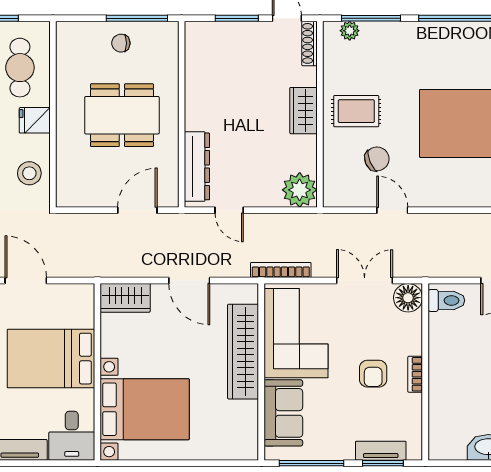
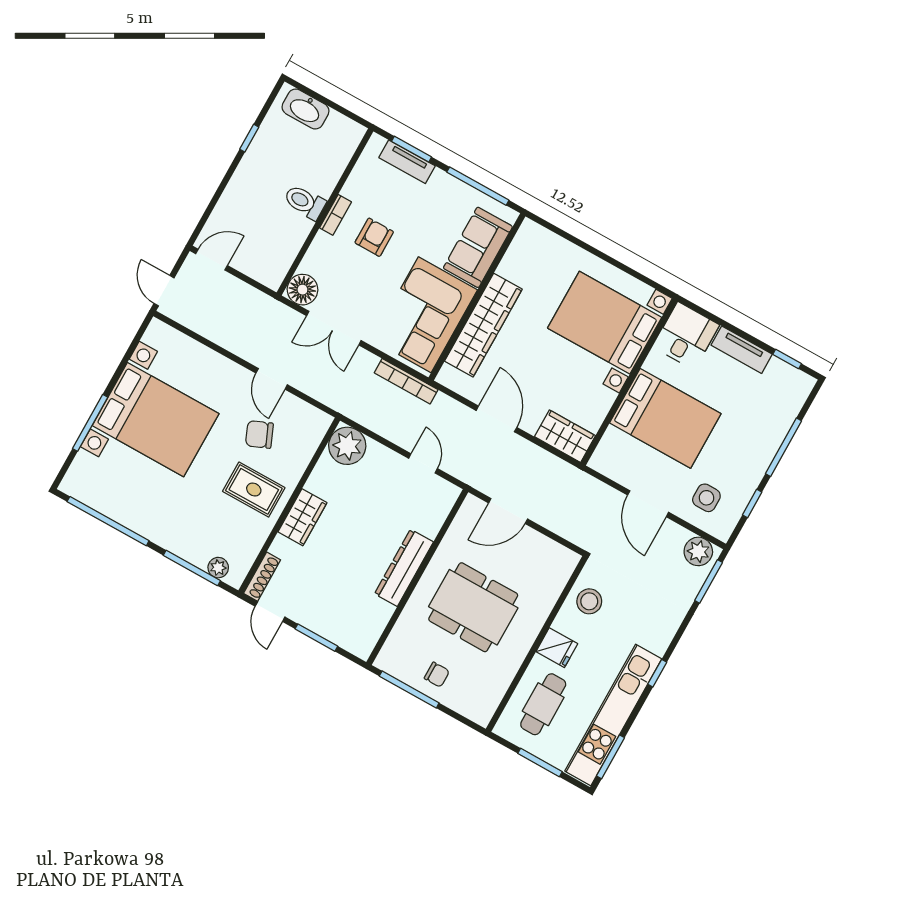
dresser: (197, 166) -> (404, 568), moved
toilet: (446, 300) -> (305, 202), moved

